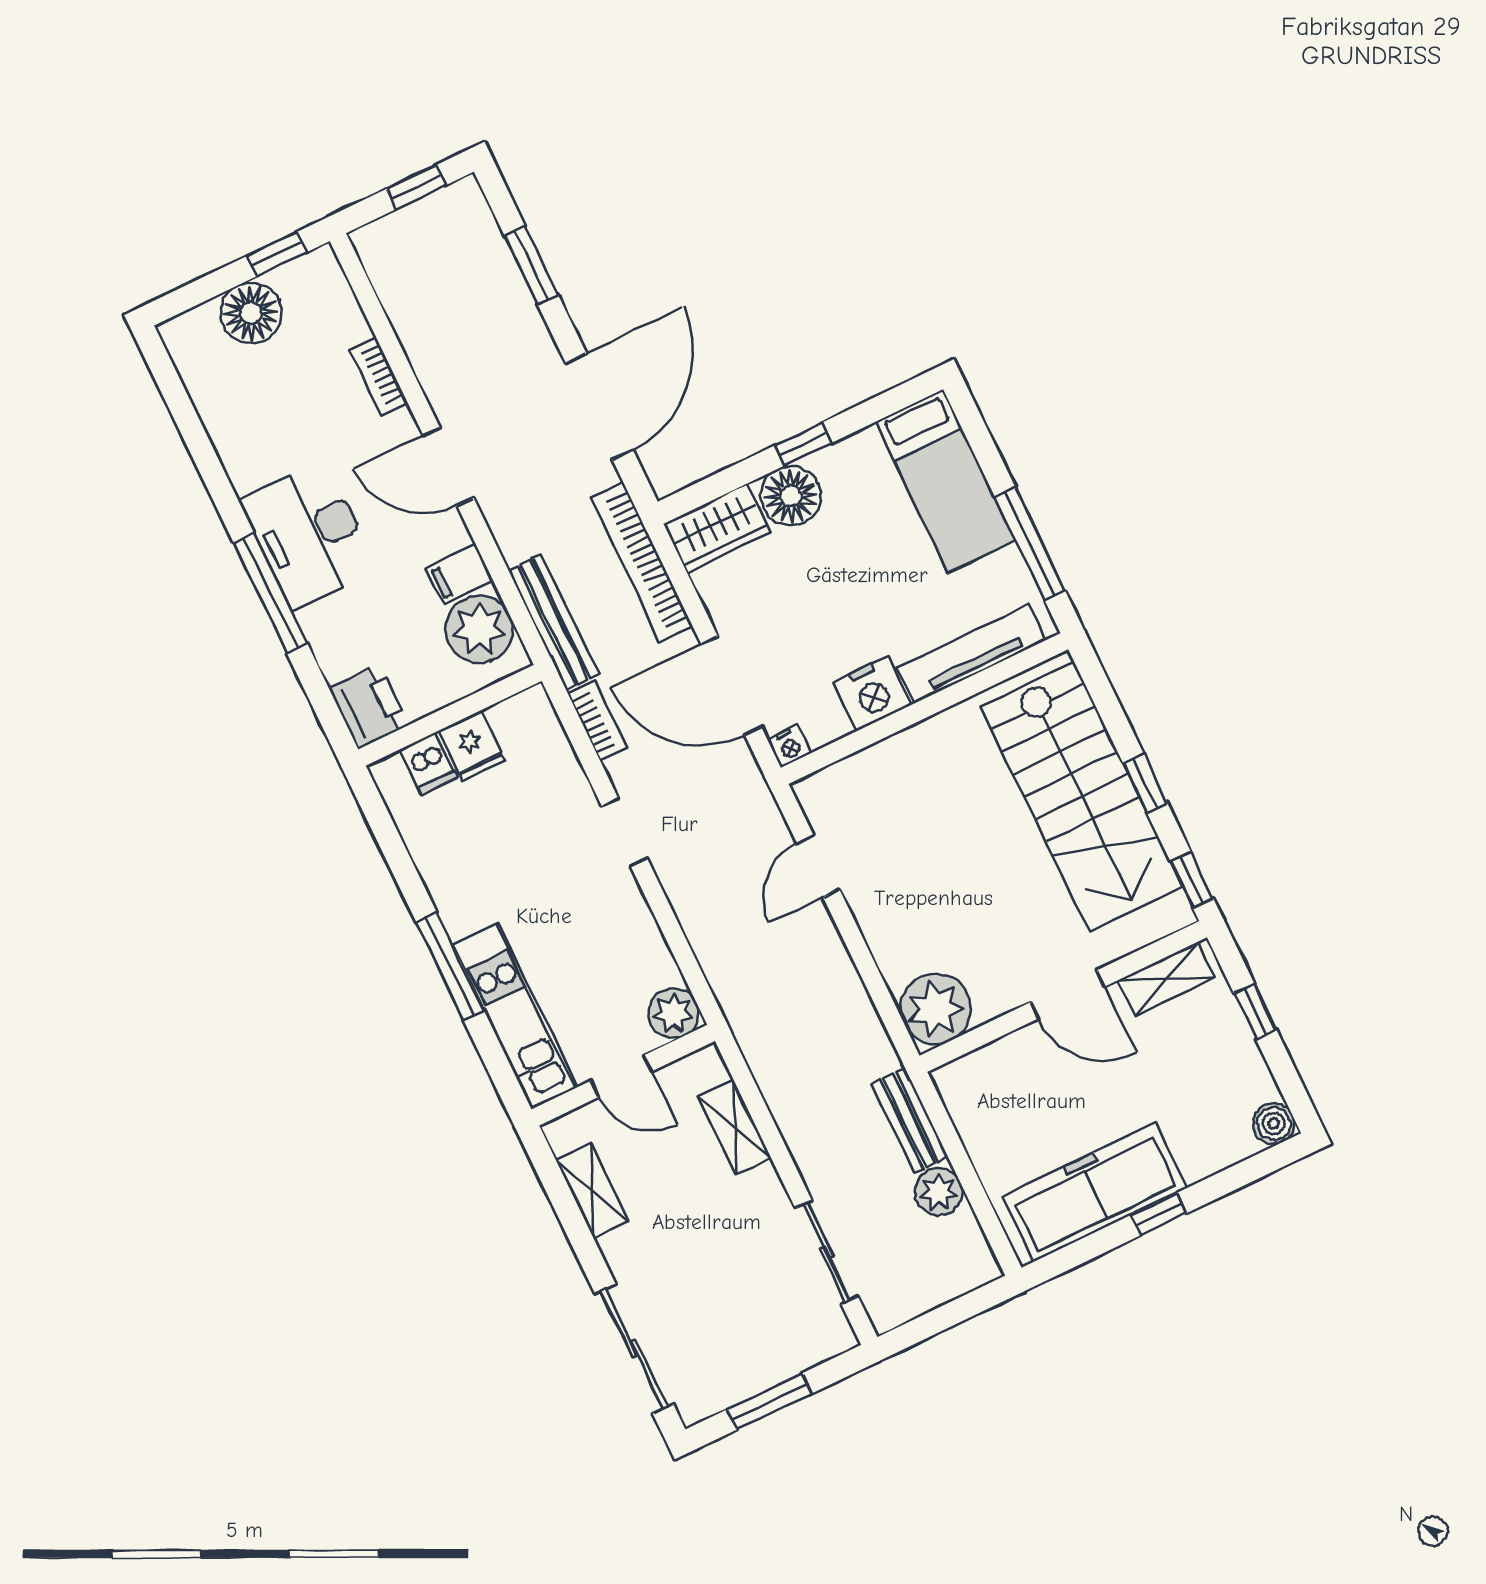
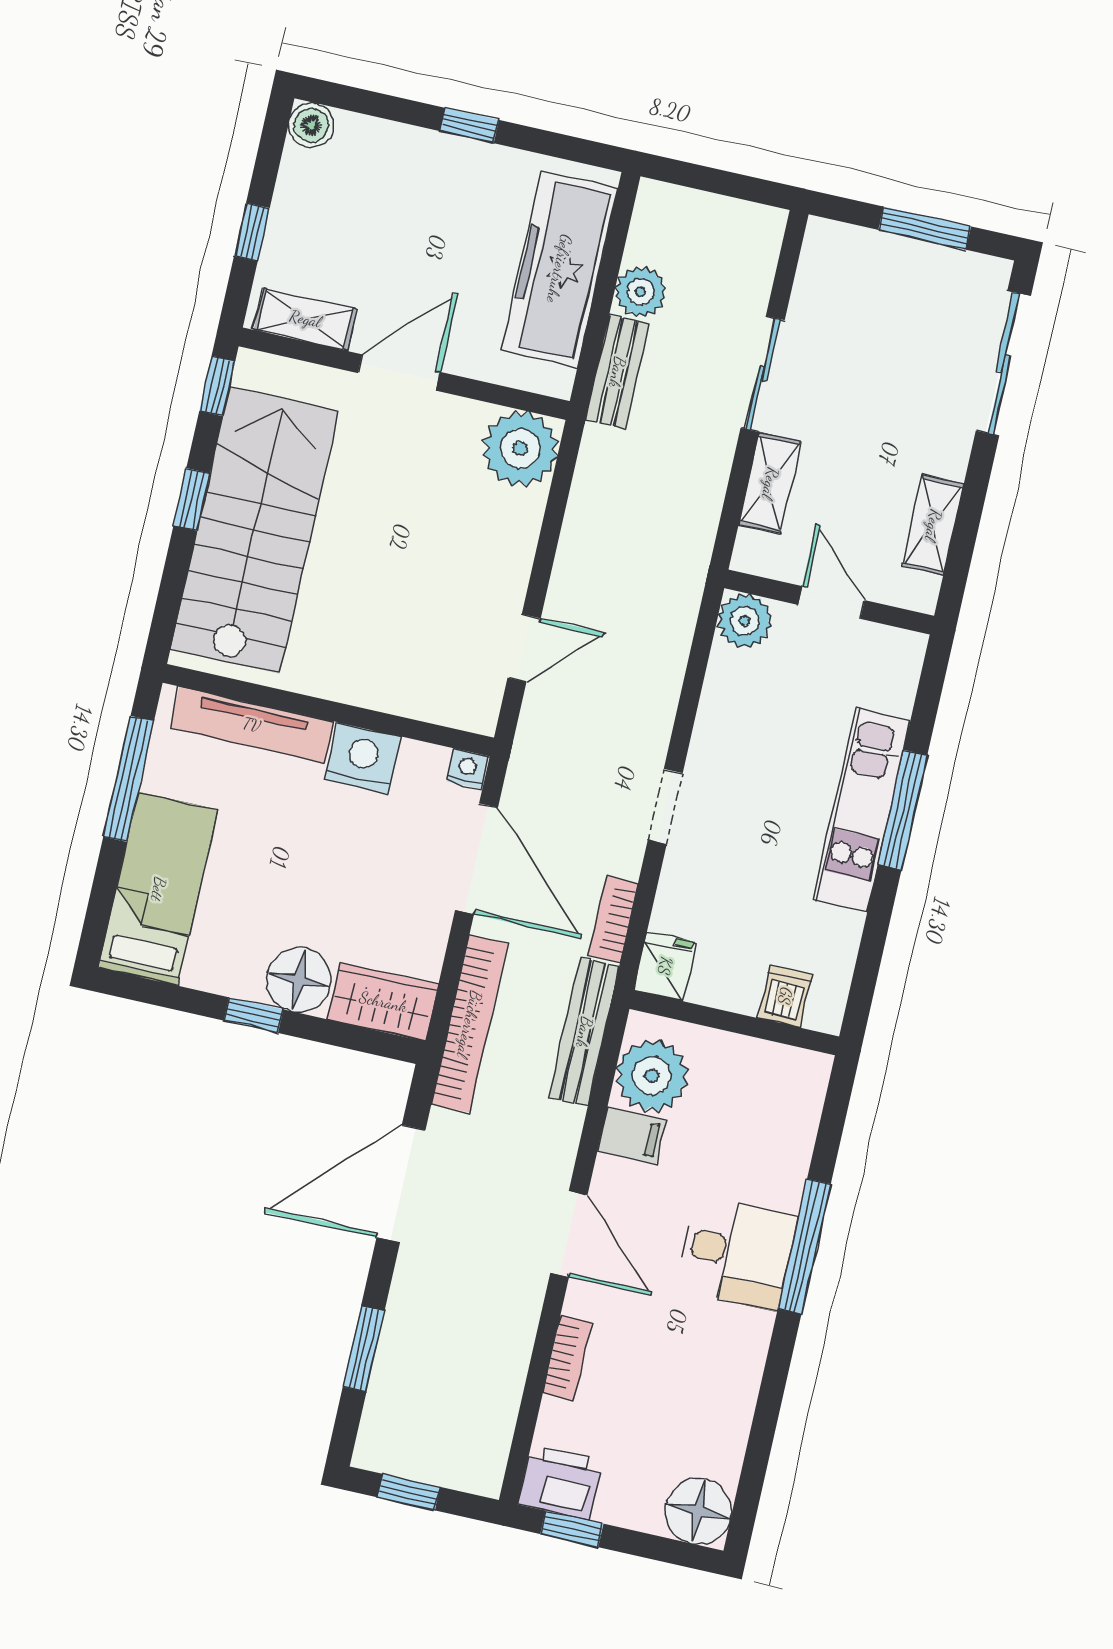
floor lamp: (251, 313) -> (698, 1511), moved
desk: (309, 534) -> (737, 1252), width x0.73
printer: (369, 707) -> (560, 1483), moved, turned 90
fridge: (472, 746) -> (665, 966), moved
door: (1068, 994) -> (399, 372), hinge flipped
kitchen unit: (515, 1016) -> (862, 810), moved
freezer: (1094, 1192) -> (559, 269), moved, turned 90
sliding door: (827, 1252) -> (763, 374), moved

